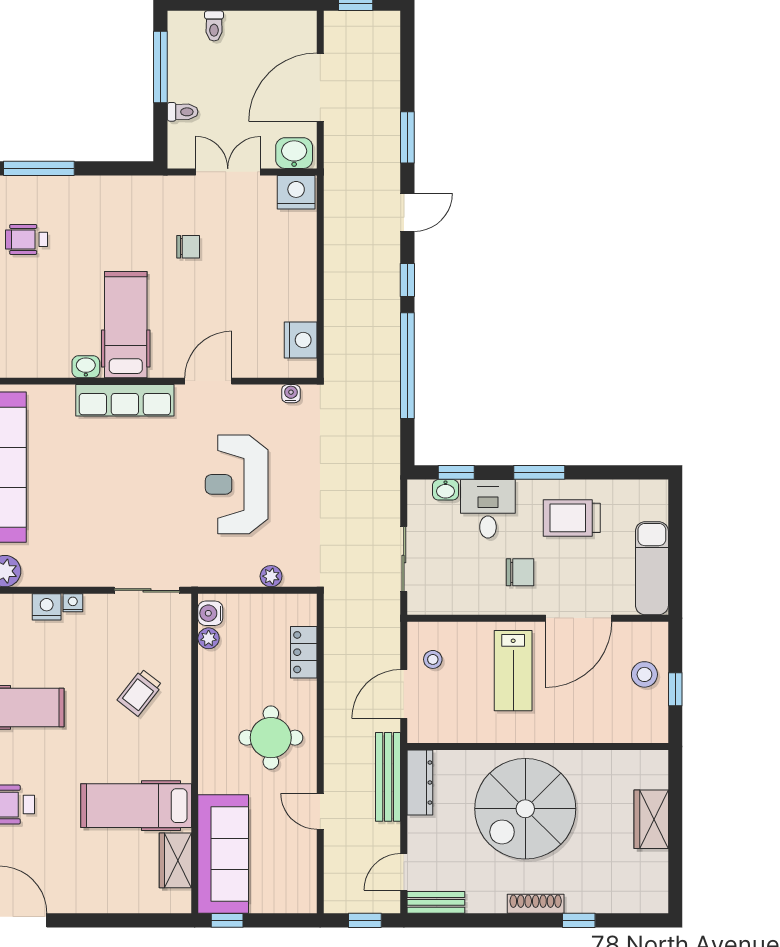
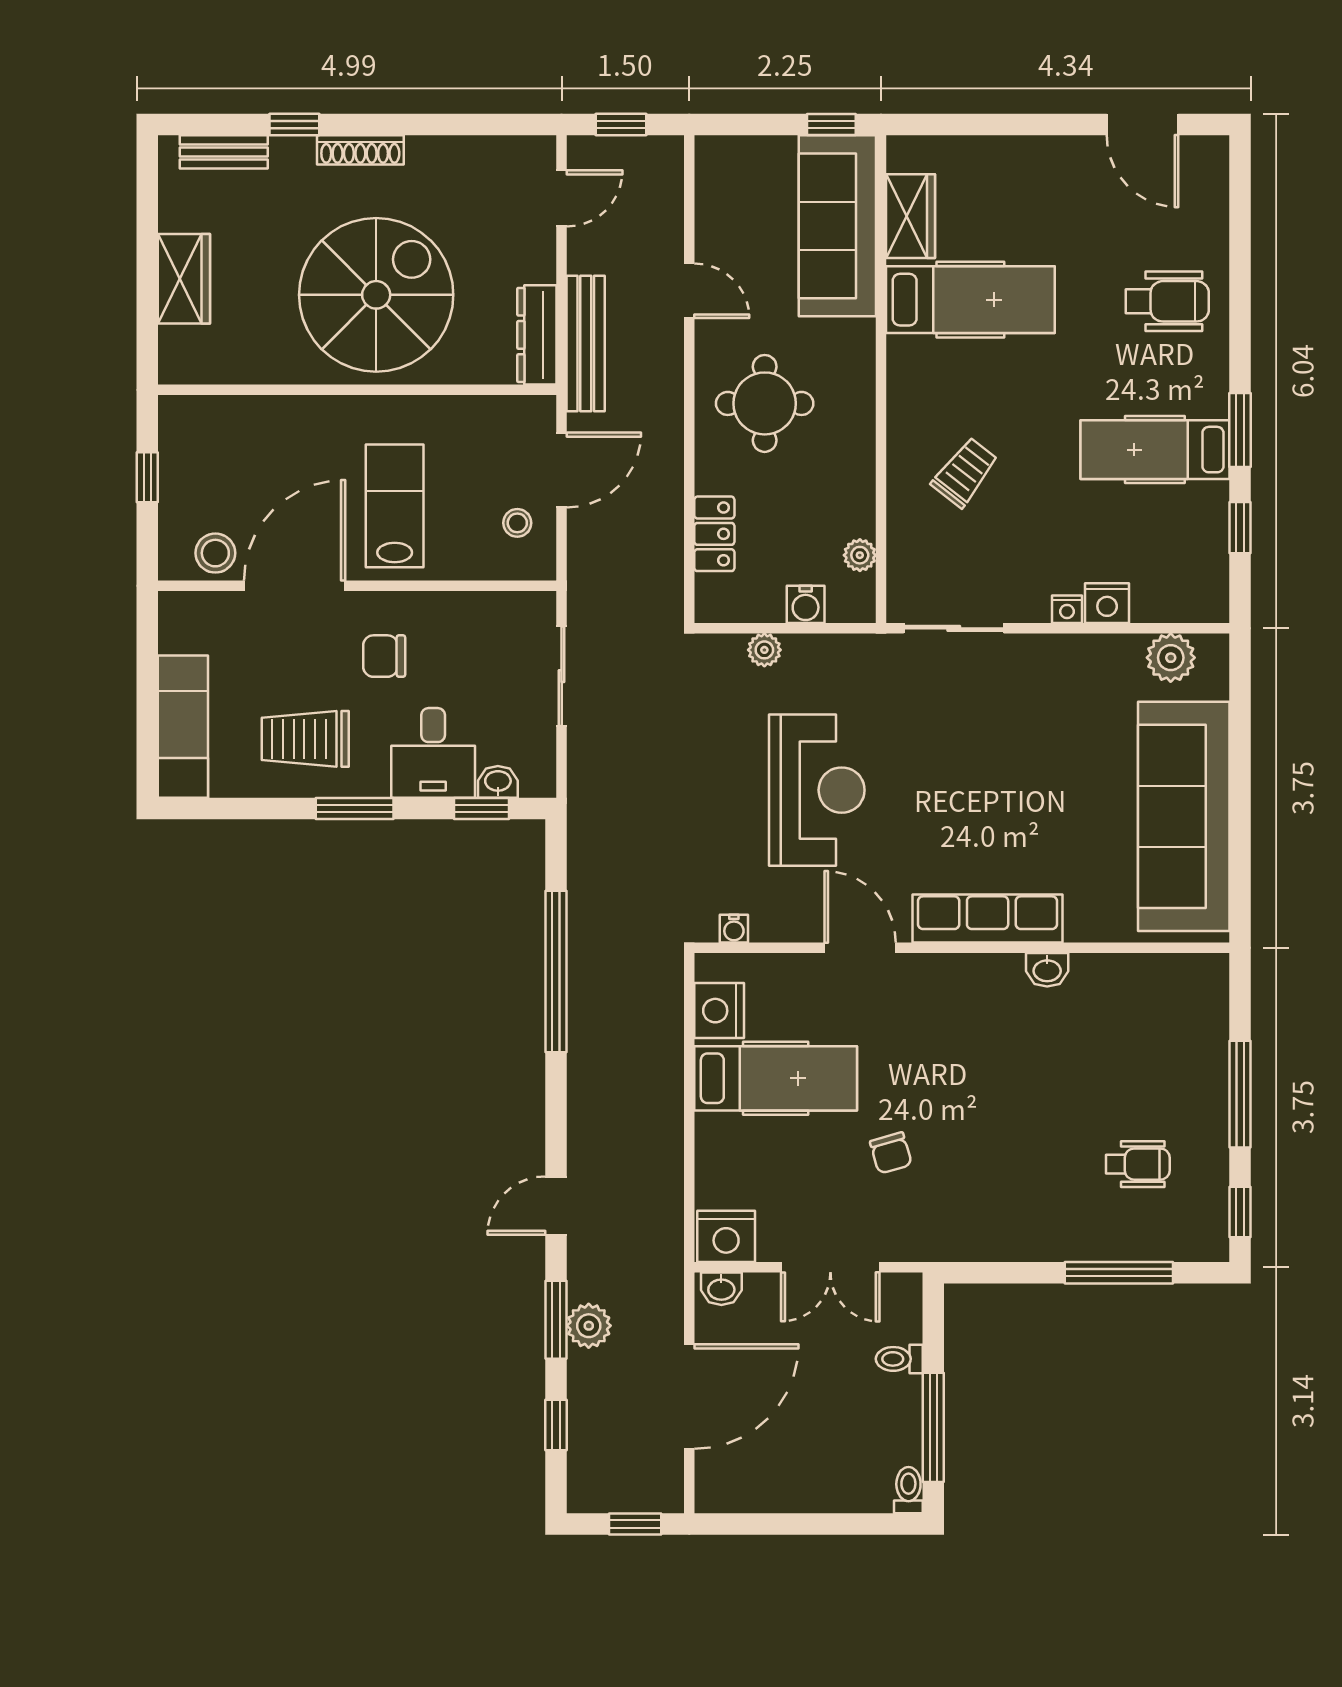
toilet: (214, 26) -> (908, 1490), moved
plant: (386, 134) -> (589, 1326), added
washbasin: (294, 153) -> (721, 1289), width x0.72, depth x0.69
chair: (188, 247) -> (891, 1153), turned -106
window: (407, 280) -> (556, 1425), moved
hospital bed: (126, 325) -> (776, 1078), moved, turned -90
door: (208, 381) -> (860, 948), swing flipped
trolley: (572, 518) -> (305, 739), turned 180
exam couch: (652, 568) -> (183, 727), moved
water cooler: (210, 613) -> (806, 604), moved, turned 90
stool: (644, 674) -> (215, 553), moved
bench: (436, 902) -> (224, 152), moved

